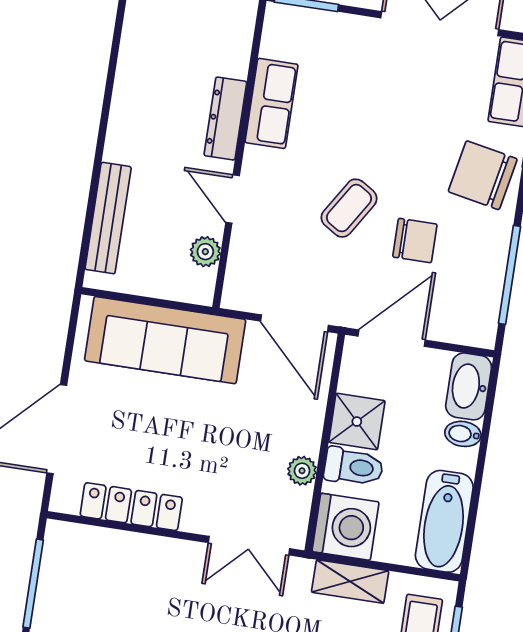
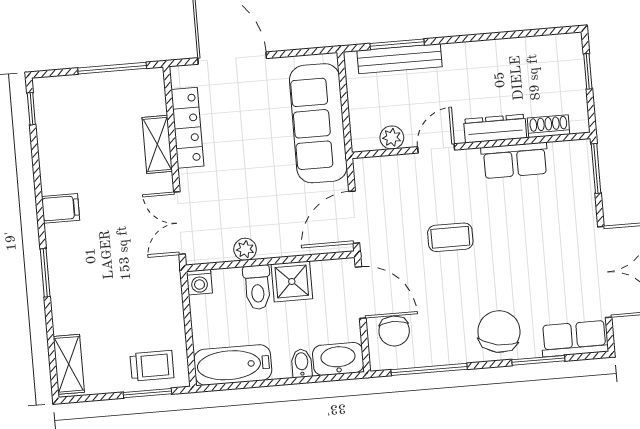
shoe rack: (239, 50) -> (549, 126), added
coffee table: (349, 208) -> (450, 237), turned -32
window: (89, 217) -> (397, 44), added
chair: (415, 241) -> (394, 331), moved
washing machine: (345, 527) -> (199, 282), width x0.53, depth x0.53
shelving: (350, 581) -> (157, 144), moved

